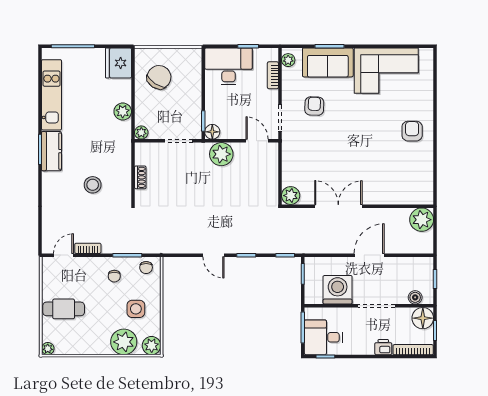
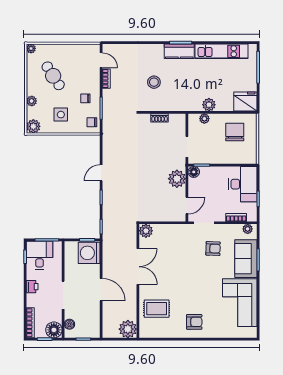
chair: (159, 77) -> (235, 132), turned -123
plant: (141, 133) -> (204, 119), moved
rug: (394, 181) -> (157, 309), added
washing machine: (338, 290) -> (89, 253), moved, turned 180
cafe table: (64, 309) -> (53, 76), moved, turned -33
plant: (124, 342) -> (32, 101), width x0.53, depth x0.53
printer: (383, 347) -> (32, 287), moved

